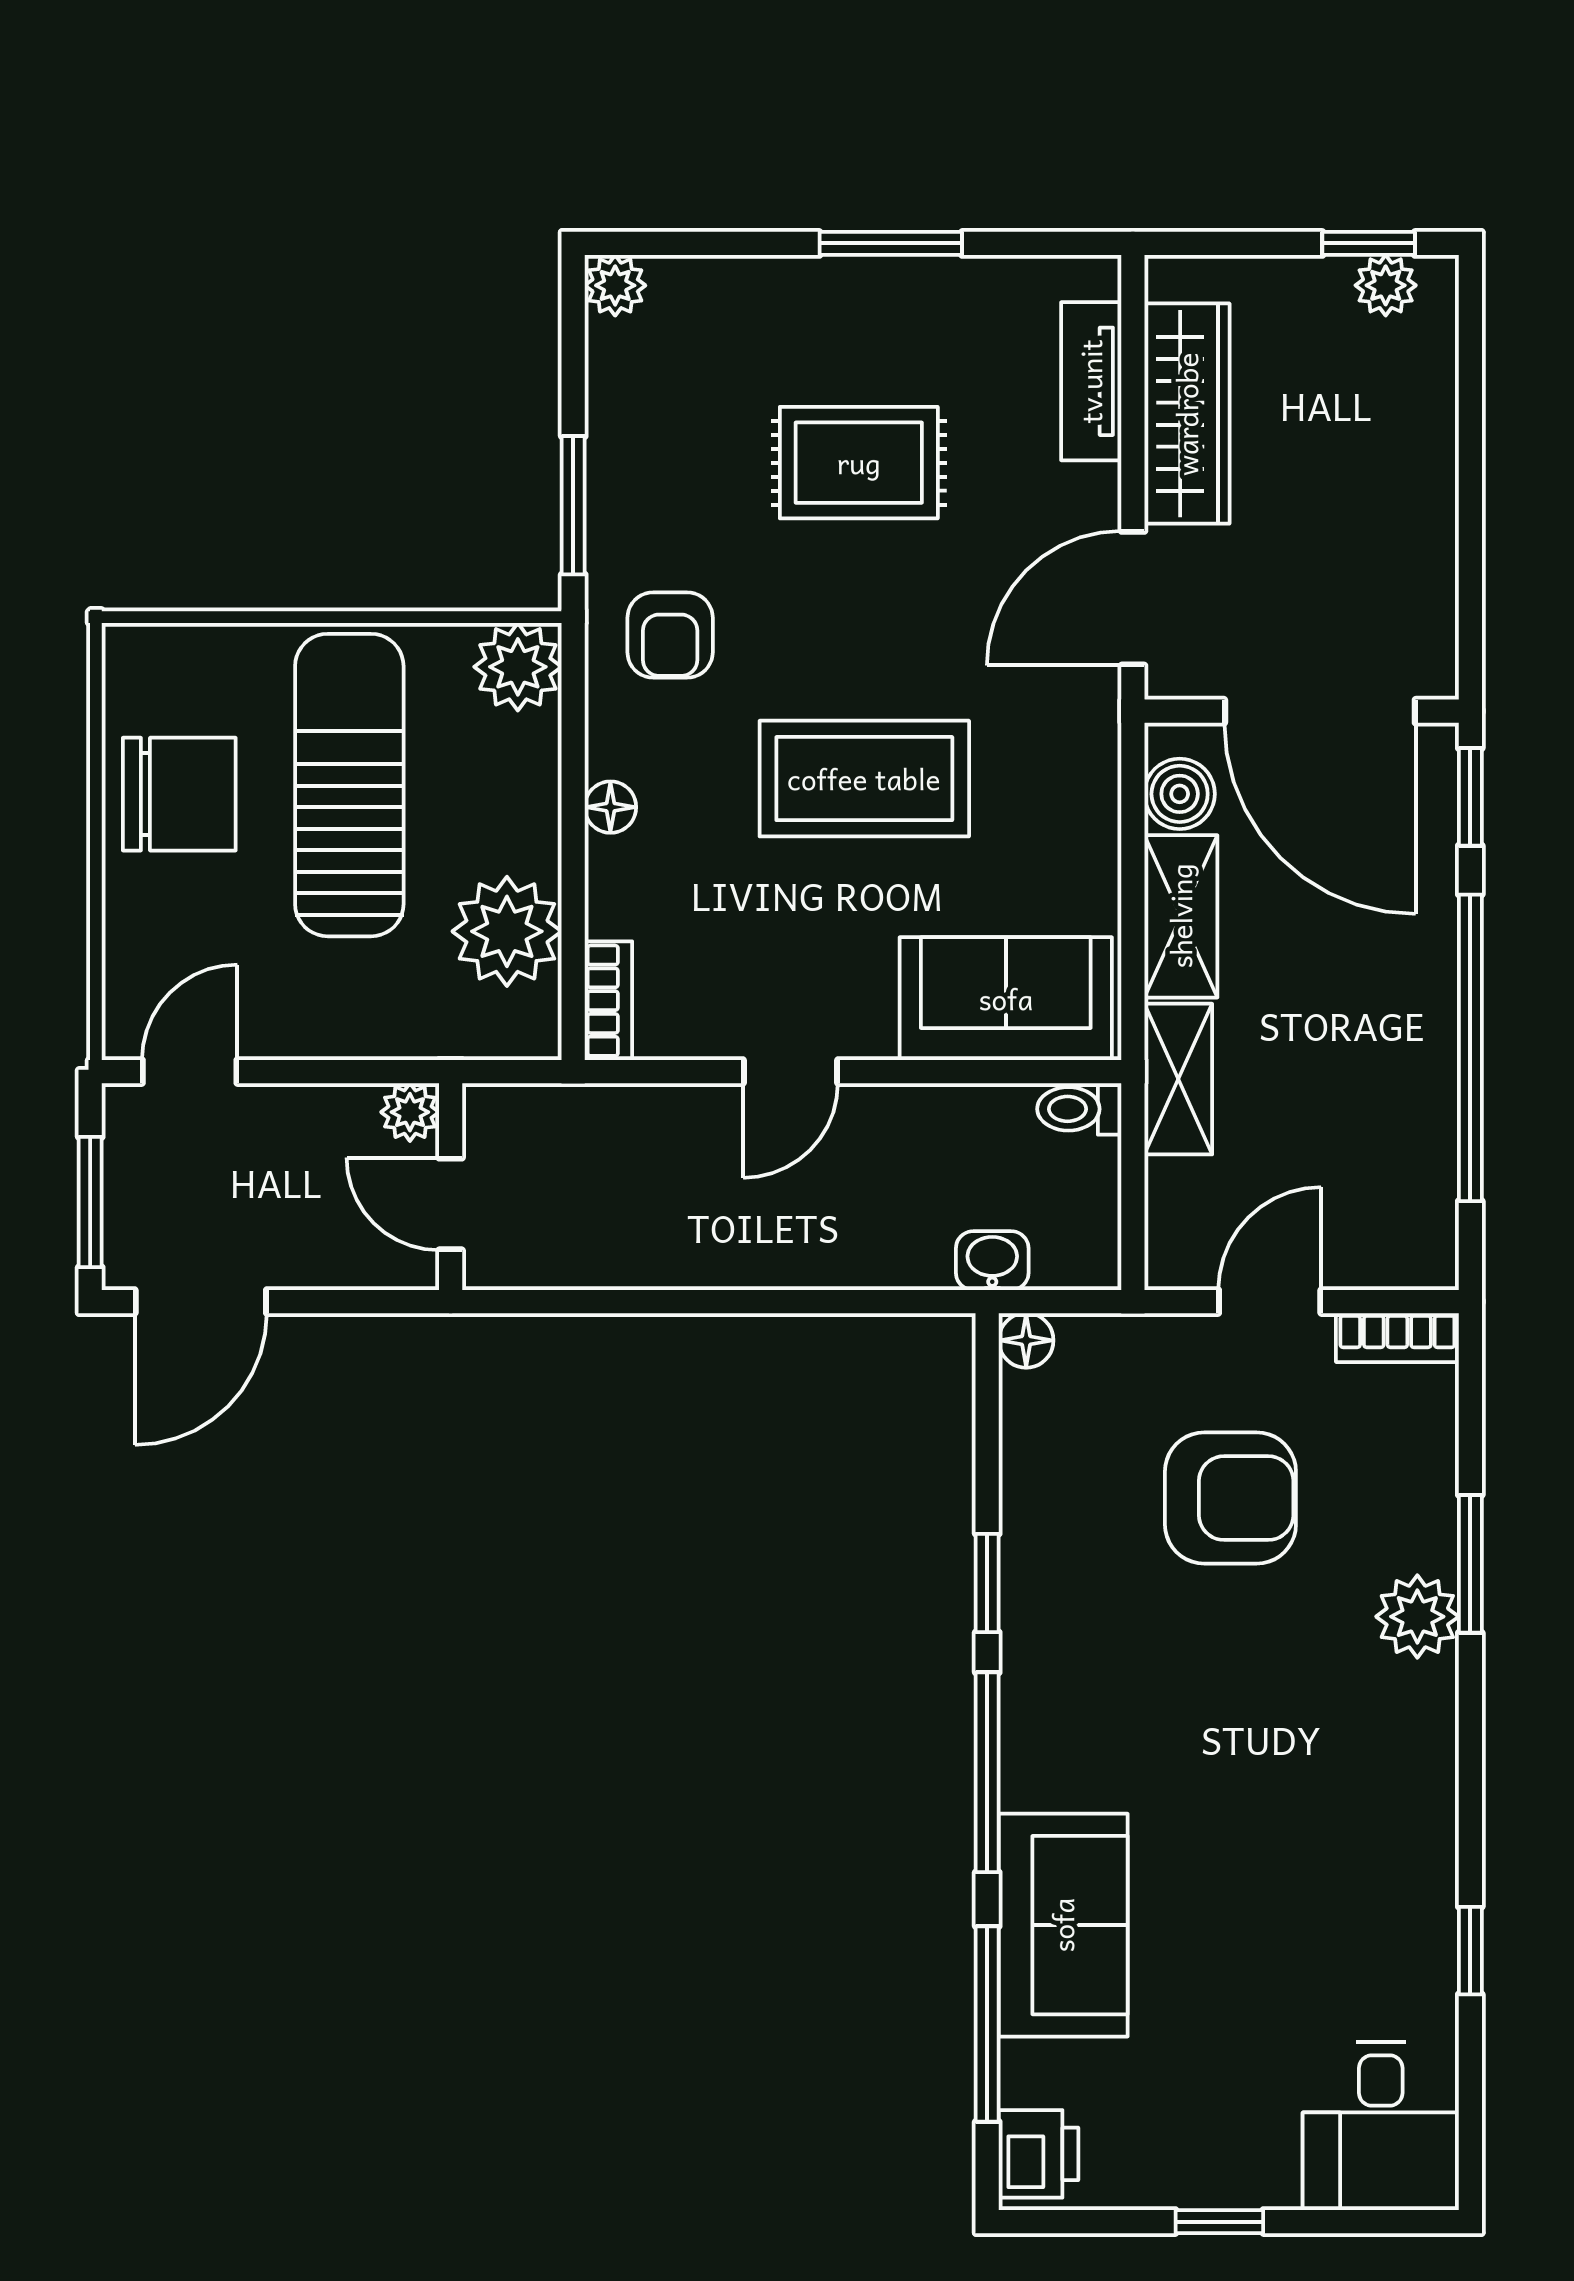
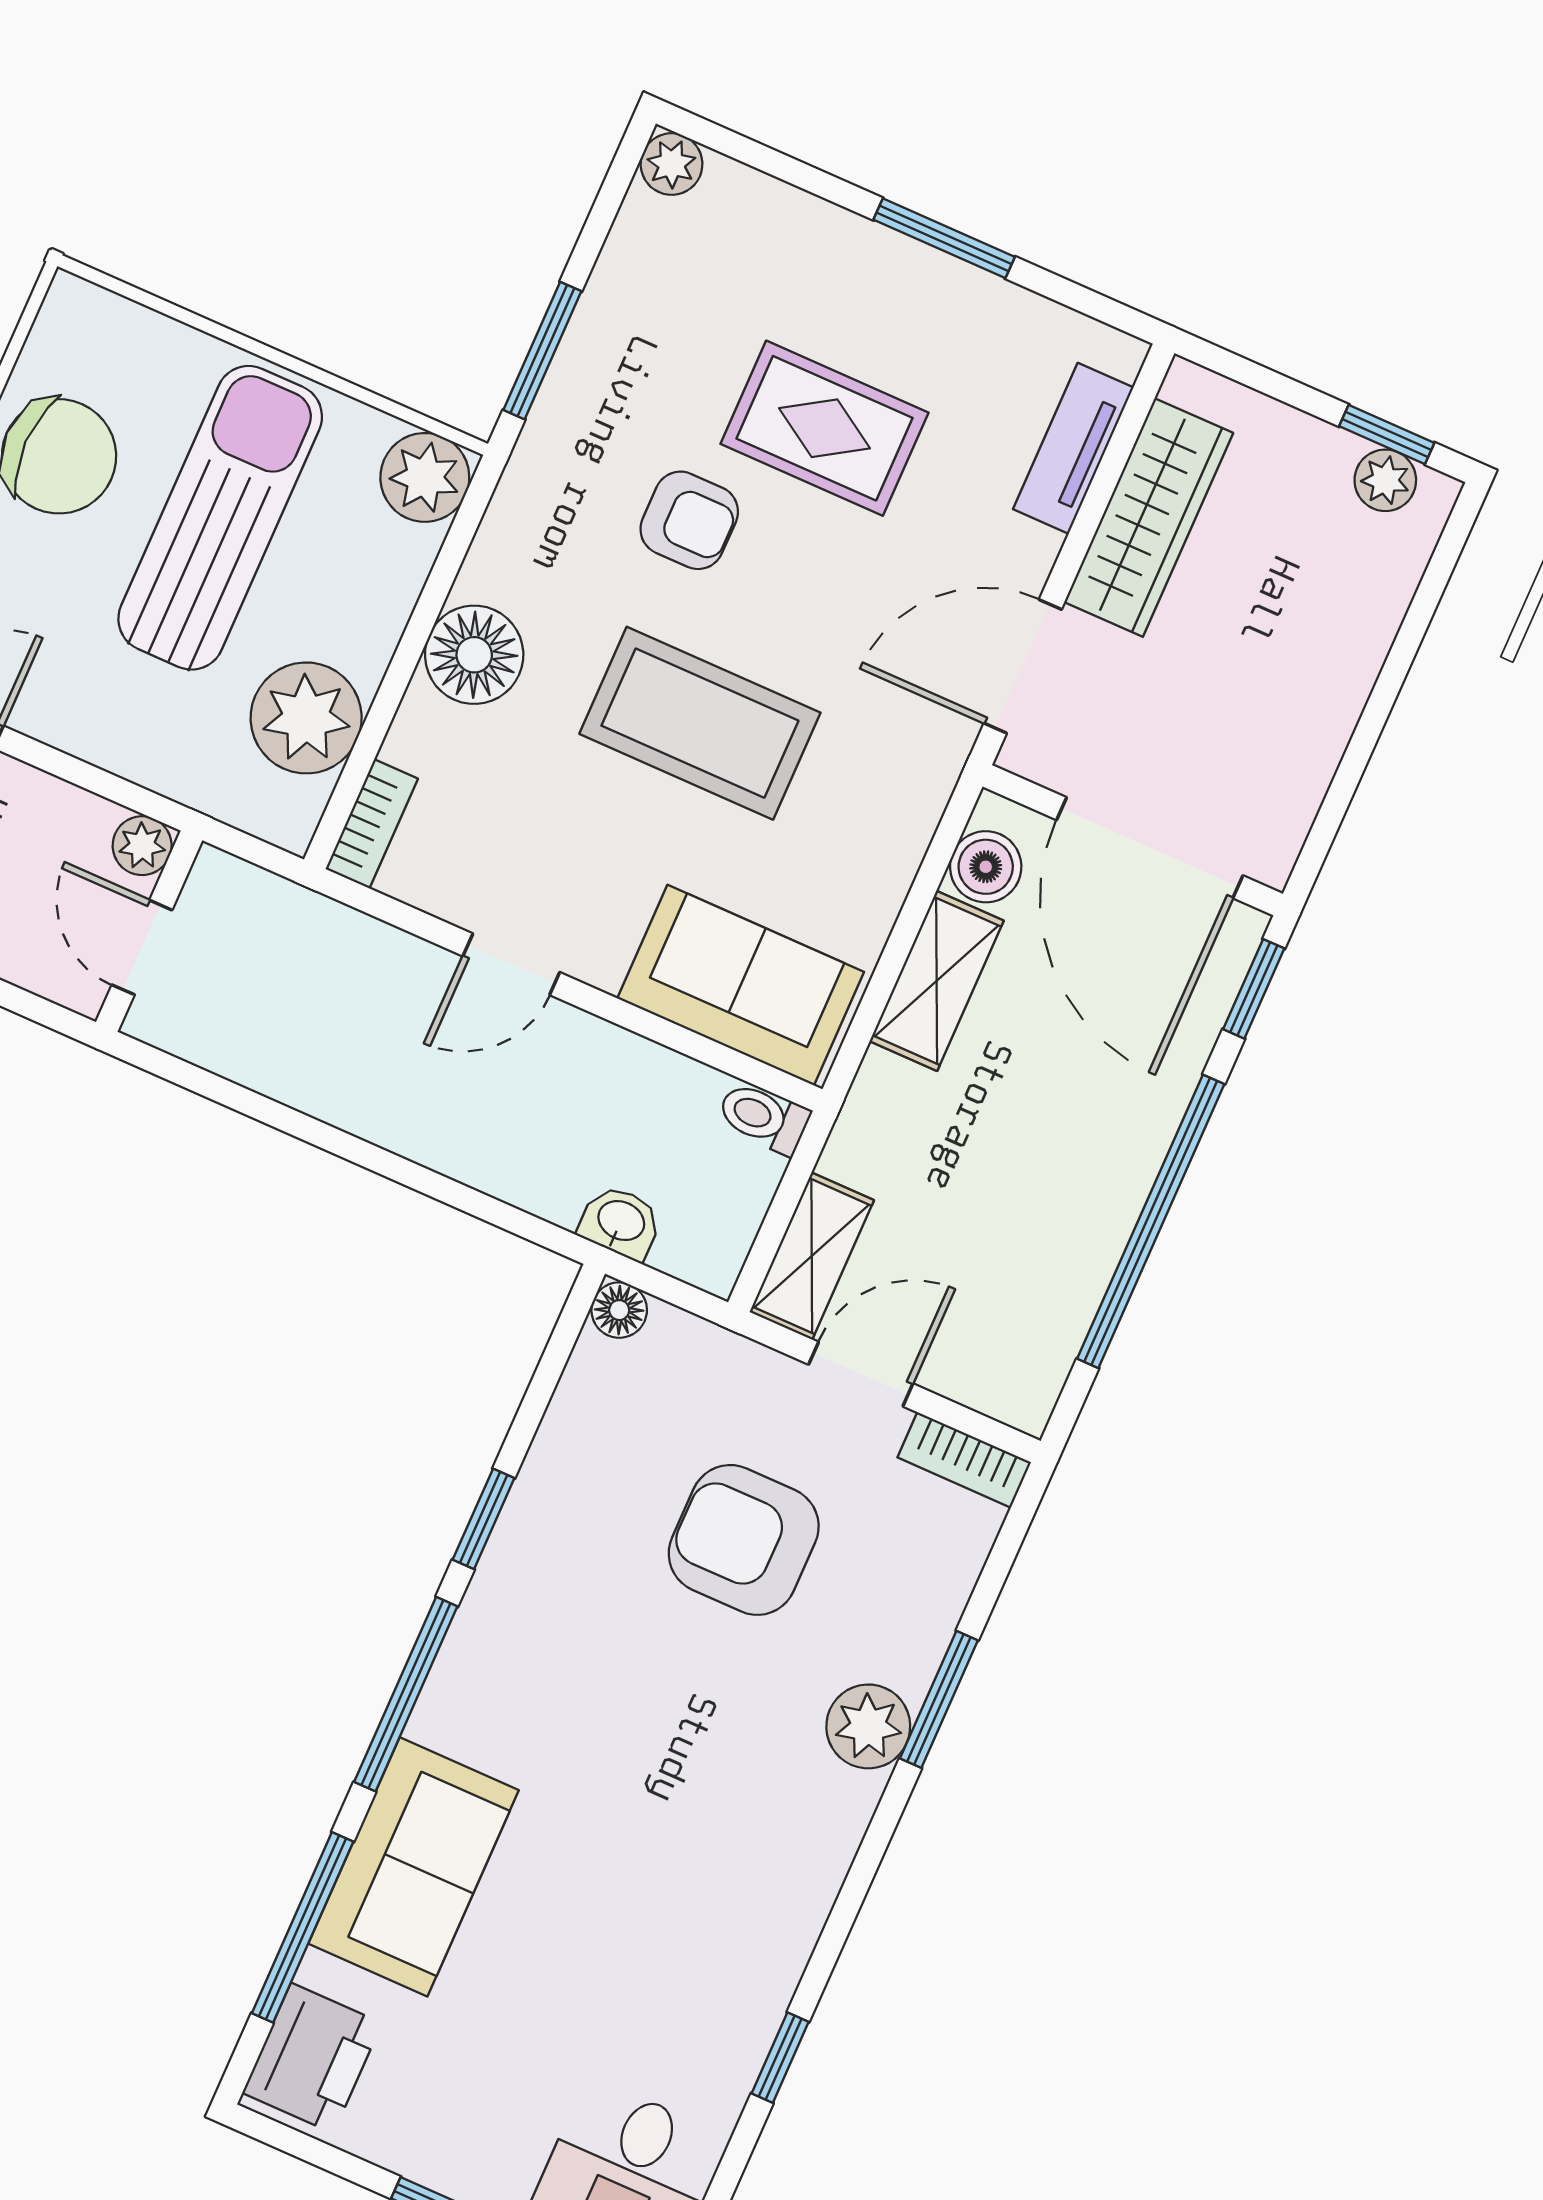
armchair: (670, 635) -> (689, 520), moved, turned -90
floor lamp: (610, 807) -> (474, 655), width x1.89, depth x1.89
shelving: (1178, 1079) -> (812, 1256), moved
armchair: (1230, 1498) -> (744, 1540), turned 180
printer: (1039, 2154) -> (312, 2058), width x1.36, depth x1.24

